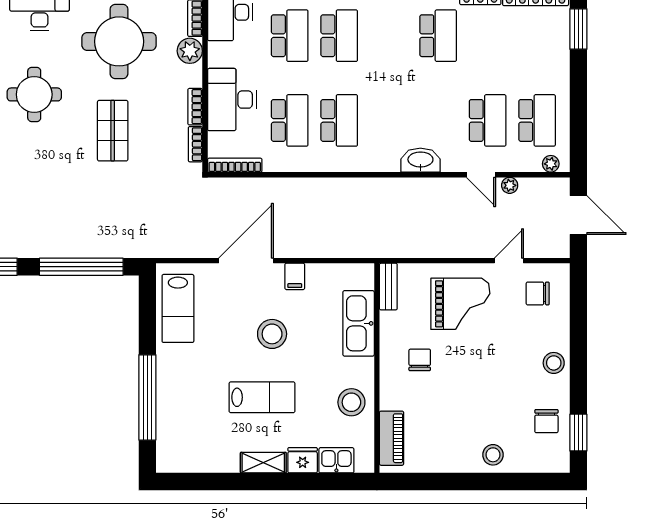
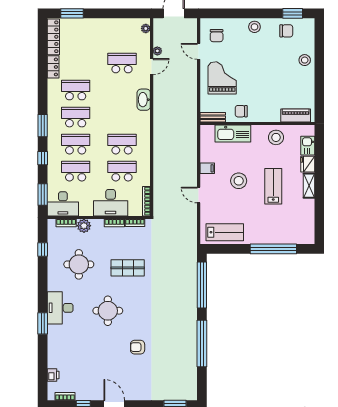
round table: (119, 41) -> (79, 264), width x0.73, depth x0.73
school desk: (537, 120) -> (76, 117), moved
door: (246, 261) -> (199, 195), width x0.53
chair: (420, 360) -> (241, 111), moved

